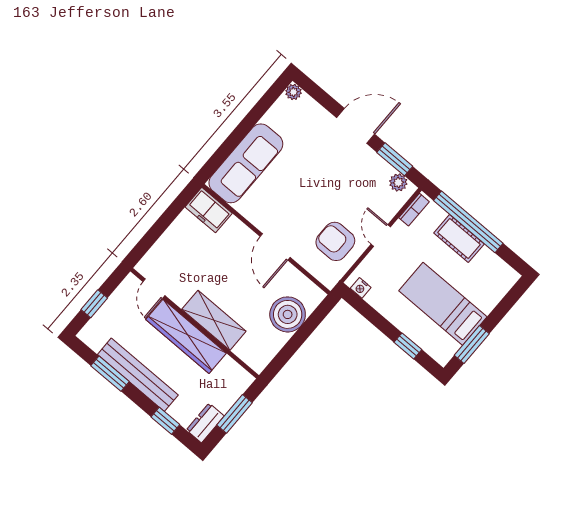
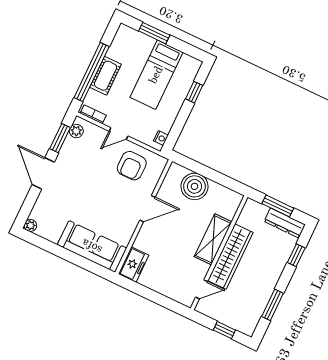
window: (472, 345) -> (154, 33), moved
bench: (138, 375) -> (268, 284), removed
dresser: (205, 423) -> (285, 223), width x1.44

